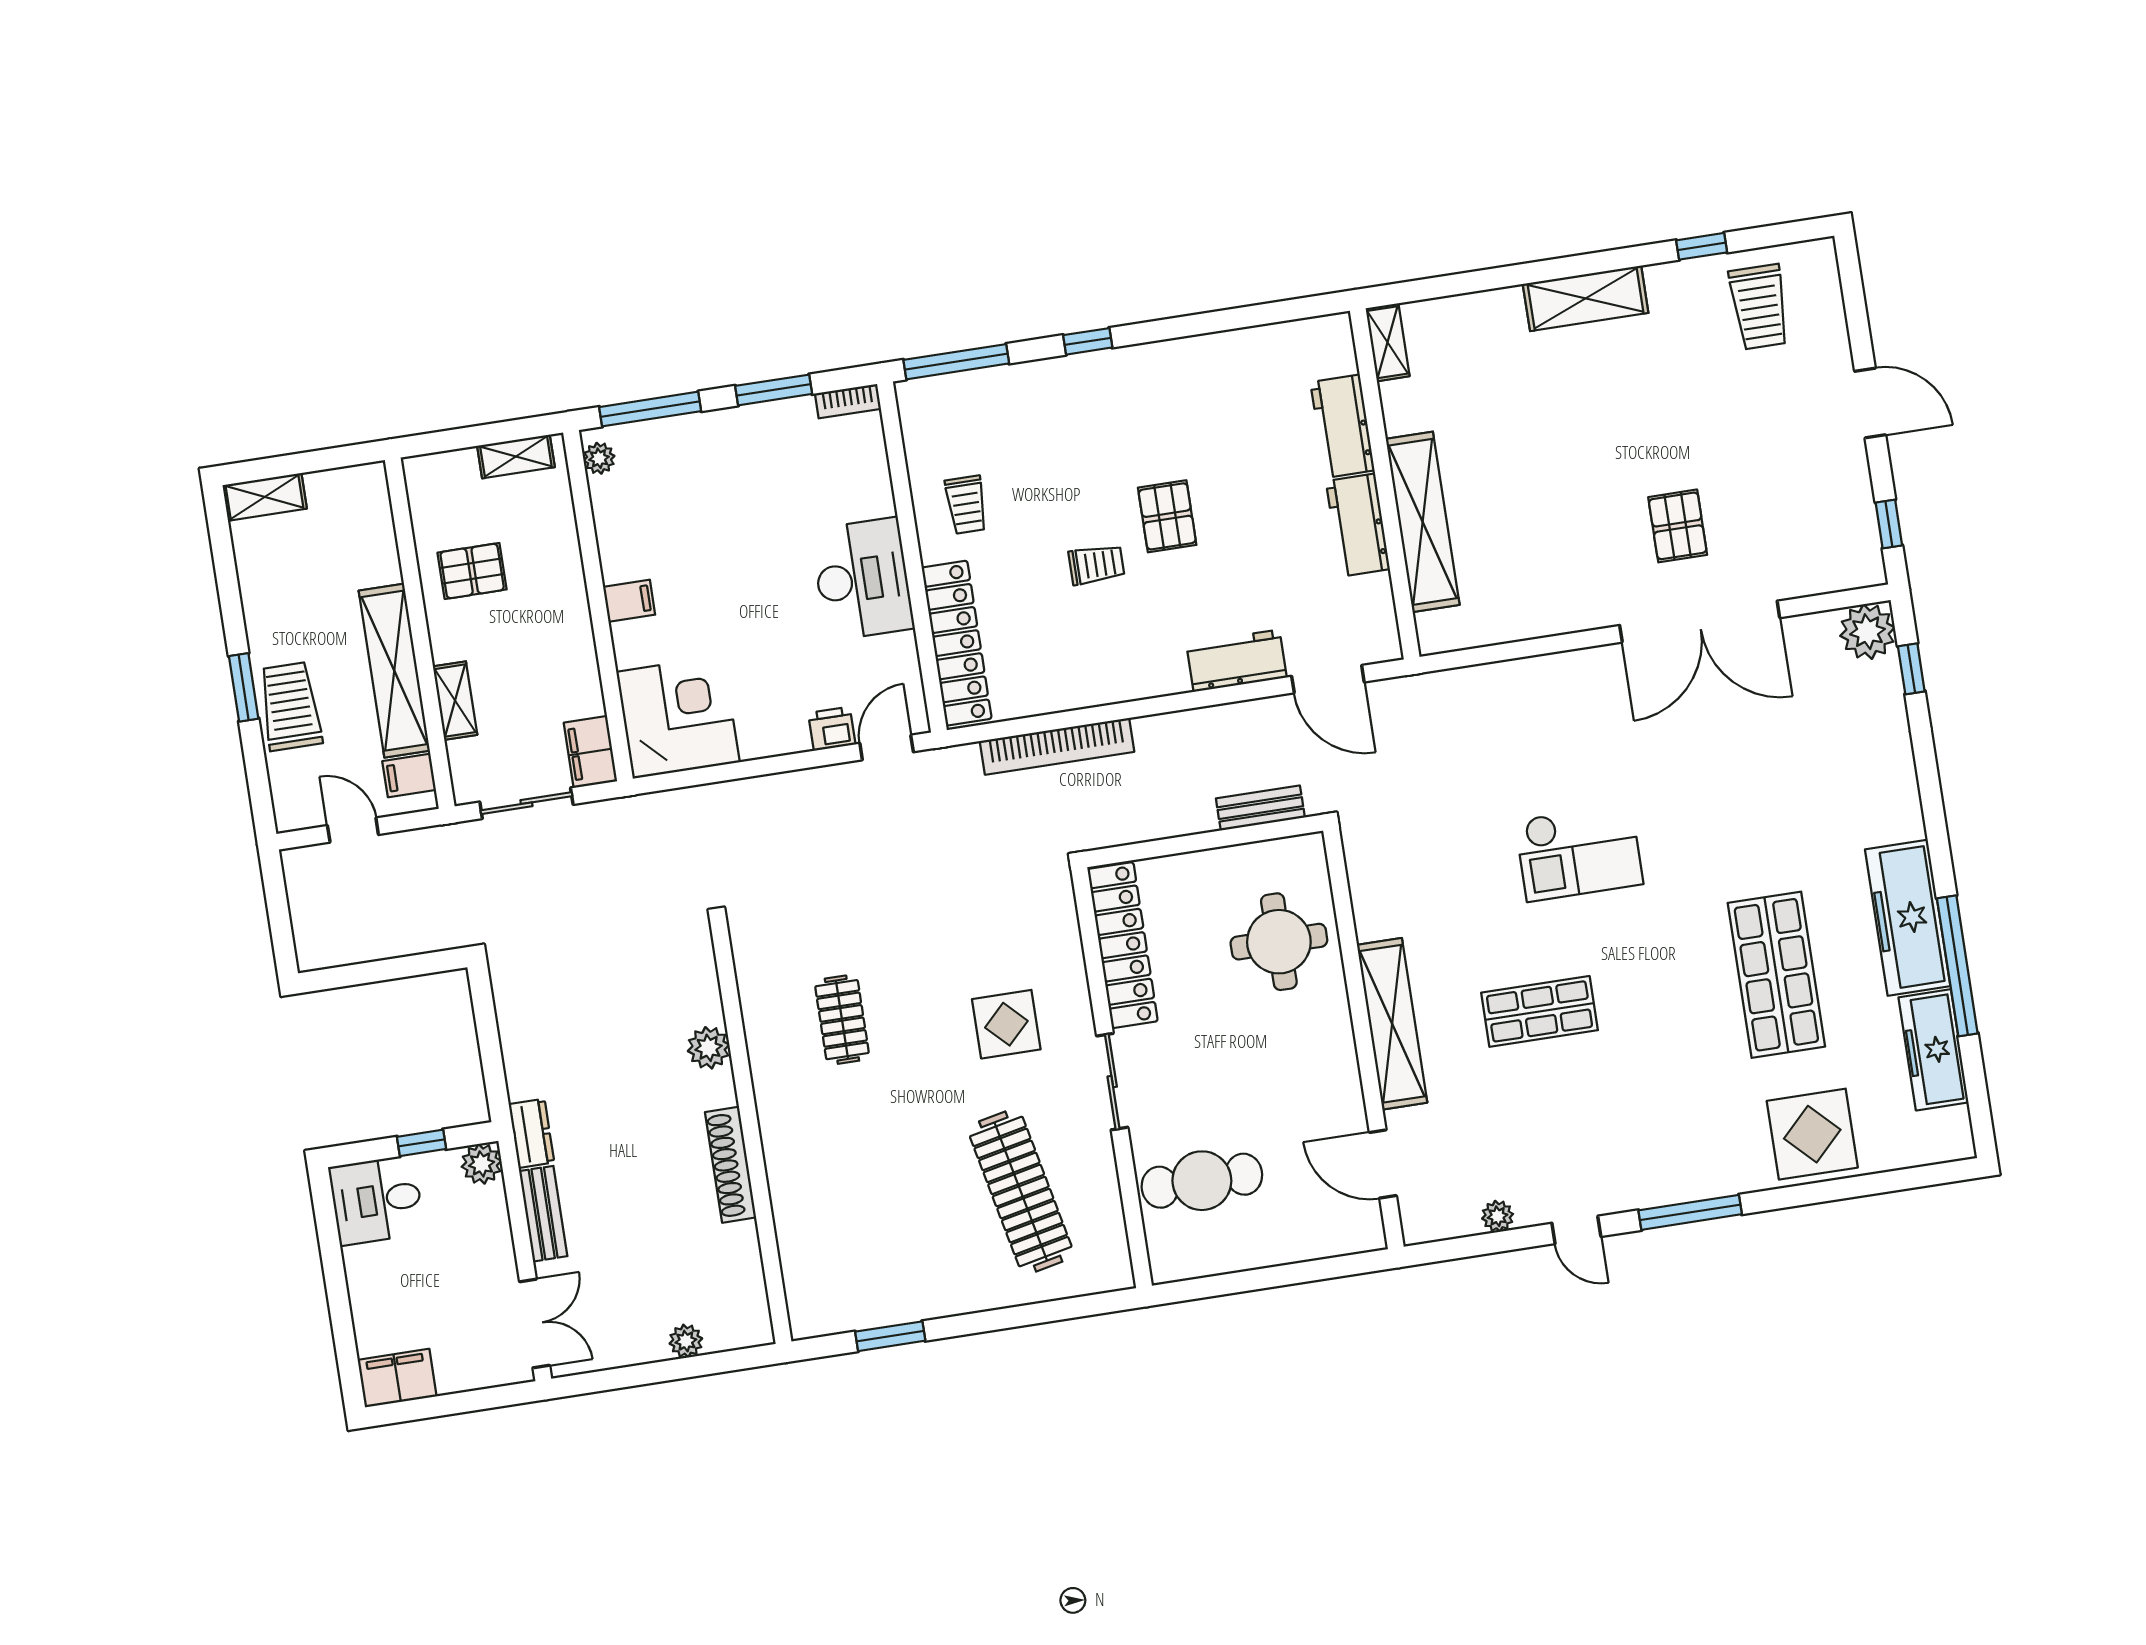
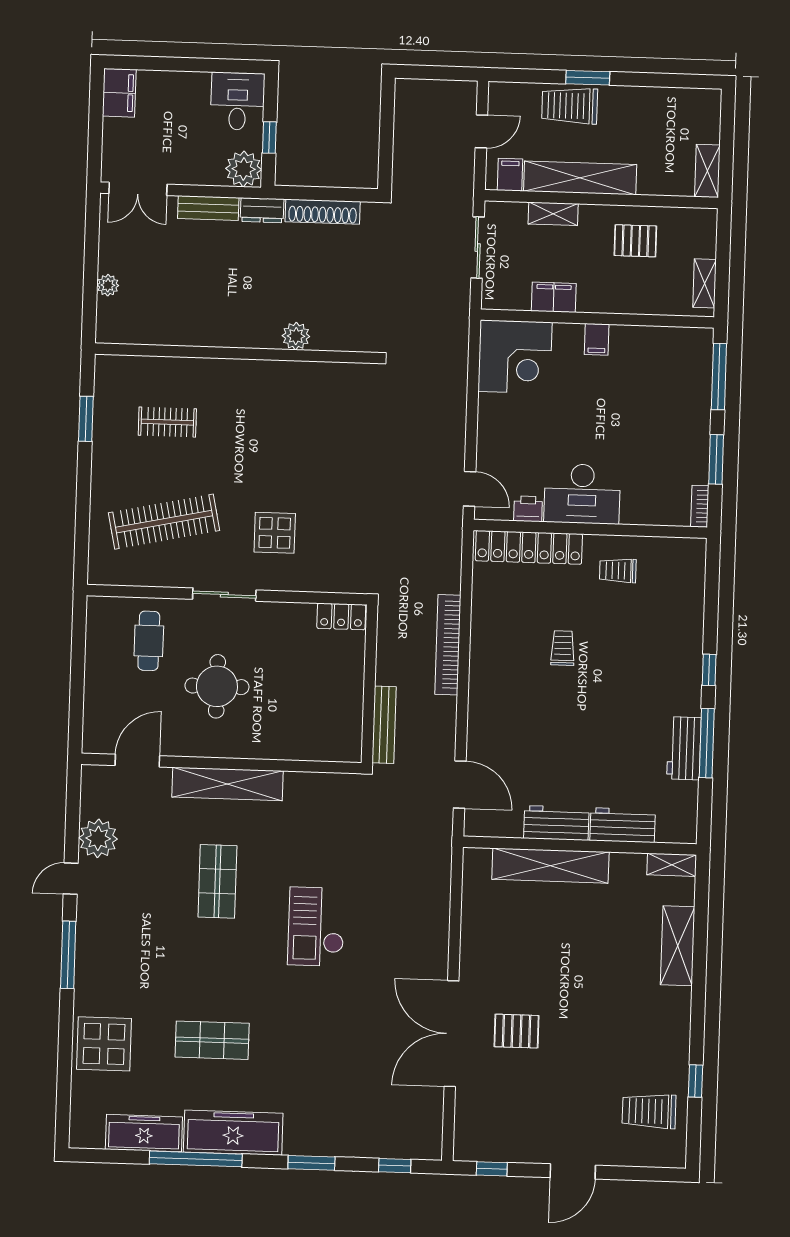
shelving: (1586, 298) -> (678, 946), moved
window: (956, 362) -> (707, 743), moved
plant: (599, 458) -> (693, 337), removed
shelving: (265, 497) -> (707, 171), moved
pallet: (1167, 516) -> (585, 700), removed
trolley: (1097, 565) -> (563, 648), turned 180
pallet: (472, 571) -> (635, 241), turned 90
plant: (1868, 632) -> (424, 1142), removed
workbench: (1236, 661) -> (684, 748), moved, turned 180
door: (1328, 679) -> (460, 785), swing flipped
trolley: (290, 706) -> (570, 106), turned 180
printer: (832, 729) -> (528, 509), moved, turned -90
bookcase: (1057, 746) -> (448, 645), moved
filing cabinet: (590, 752) -> (554, 297), moved
window: (1931, 793) -> (311, 1163), added
bench: (1260, 808) -> (384, 725), width x1.36
round table: (1279, 942) -> (217, 686), moved
locker: (1123, 945) -> (341, 616), width x0.46, depth x0.83
shop shelf: (1776, 975) -> (212, 1040), width x0.70, depth x0.74
clothes rail: (842, 1020) -> (167, 422), moved
plant: (482, 1164) -> (244, 169), width x1.36, depth x1.36
shoe rack: (731, 1165) -> (323, 212), moved, turned 180
cafe table: (1202, 1181) -> (149, 641), width x0.73, depth x0.74
plant: (1498, 1216) -> (98, 838), width x1.88, depth x1.88

